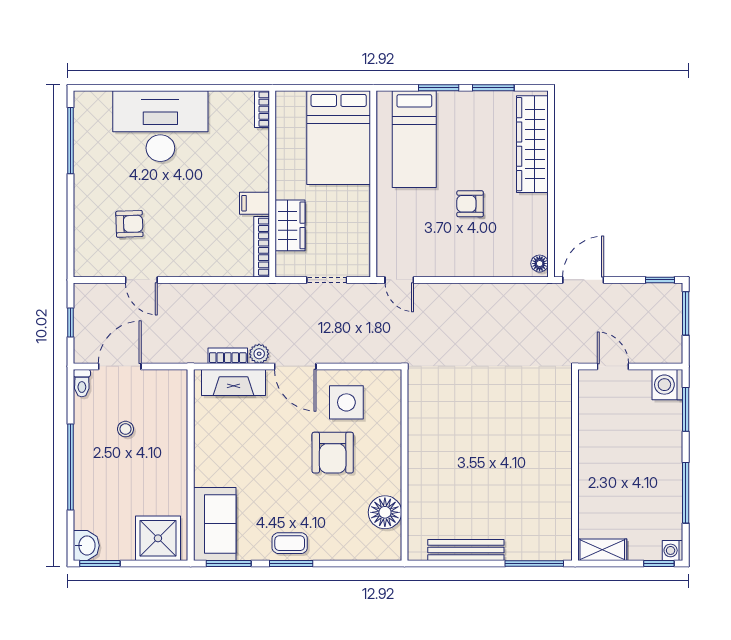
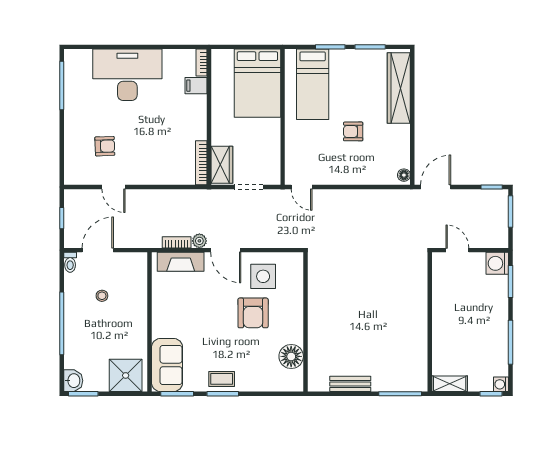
filing cabinet: (255, 203) -> (196, 86), moved
wardrobe: (290, 225) -> (222, 165), moved
bench: (466, 550) -> (350, 384), width x0.73

